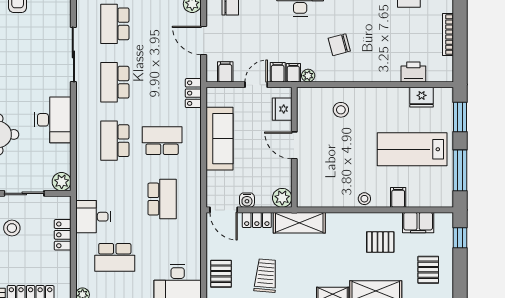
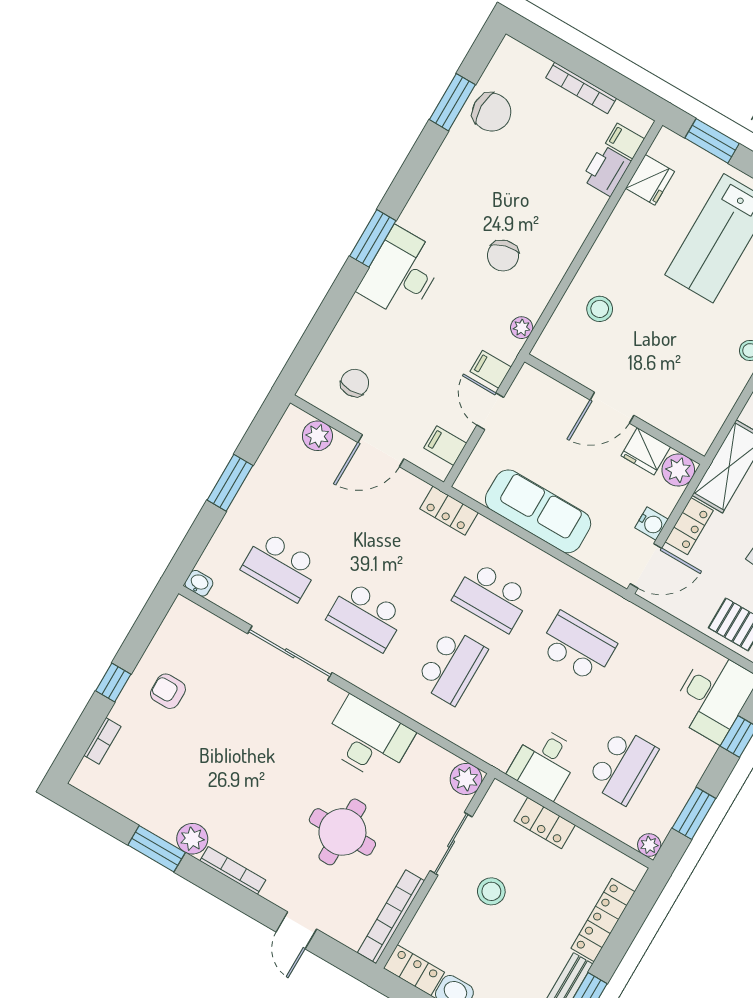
filing cabinet: (293, 73) -> (625, 141), moved
fridge: (282, 109) -> (646, 451), moved
school desk: (115, 141) -> (451, 666), turned -90
school desk: (162, 141) -> (492, 597), turned -90

